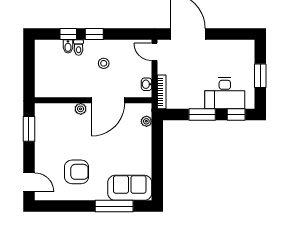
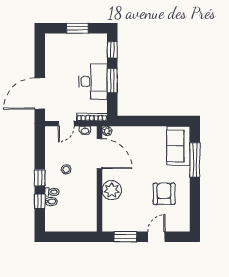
door: (154, 52) -> (66, 124), moved
desk: (225, 93) -> (93, 82), moved
door: (108, 100) -> (100, 154), moved
plant: (81, 109) -> (112, 190), width x1.87, depth x1.87
plant: (146, 121) -> (107, 131), moved
door: (29, 182) -> (156, 237), moved

